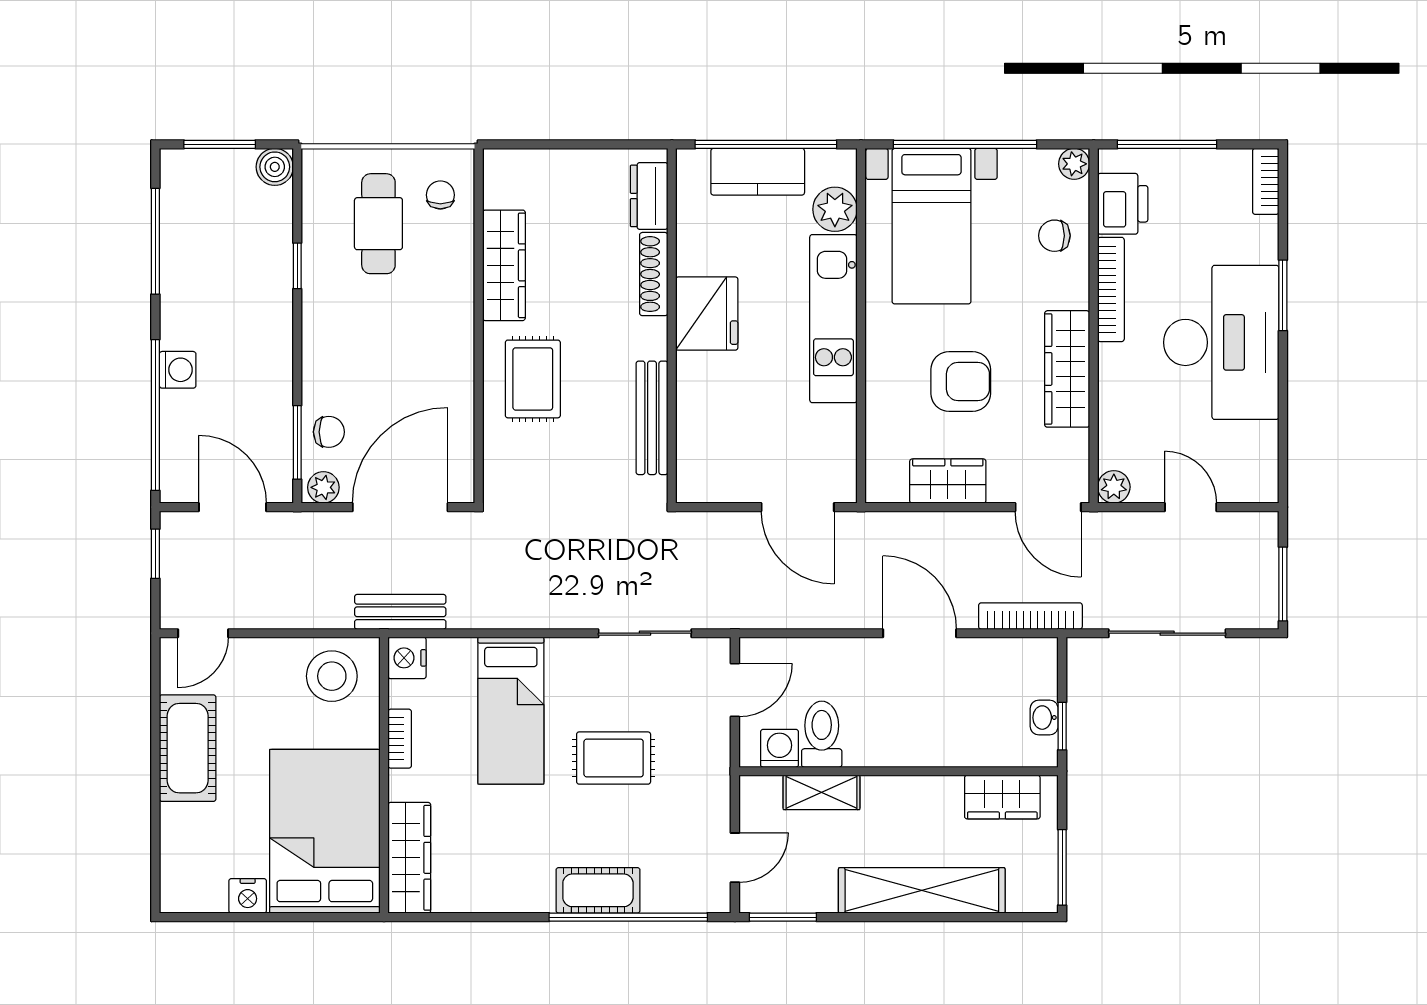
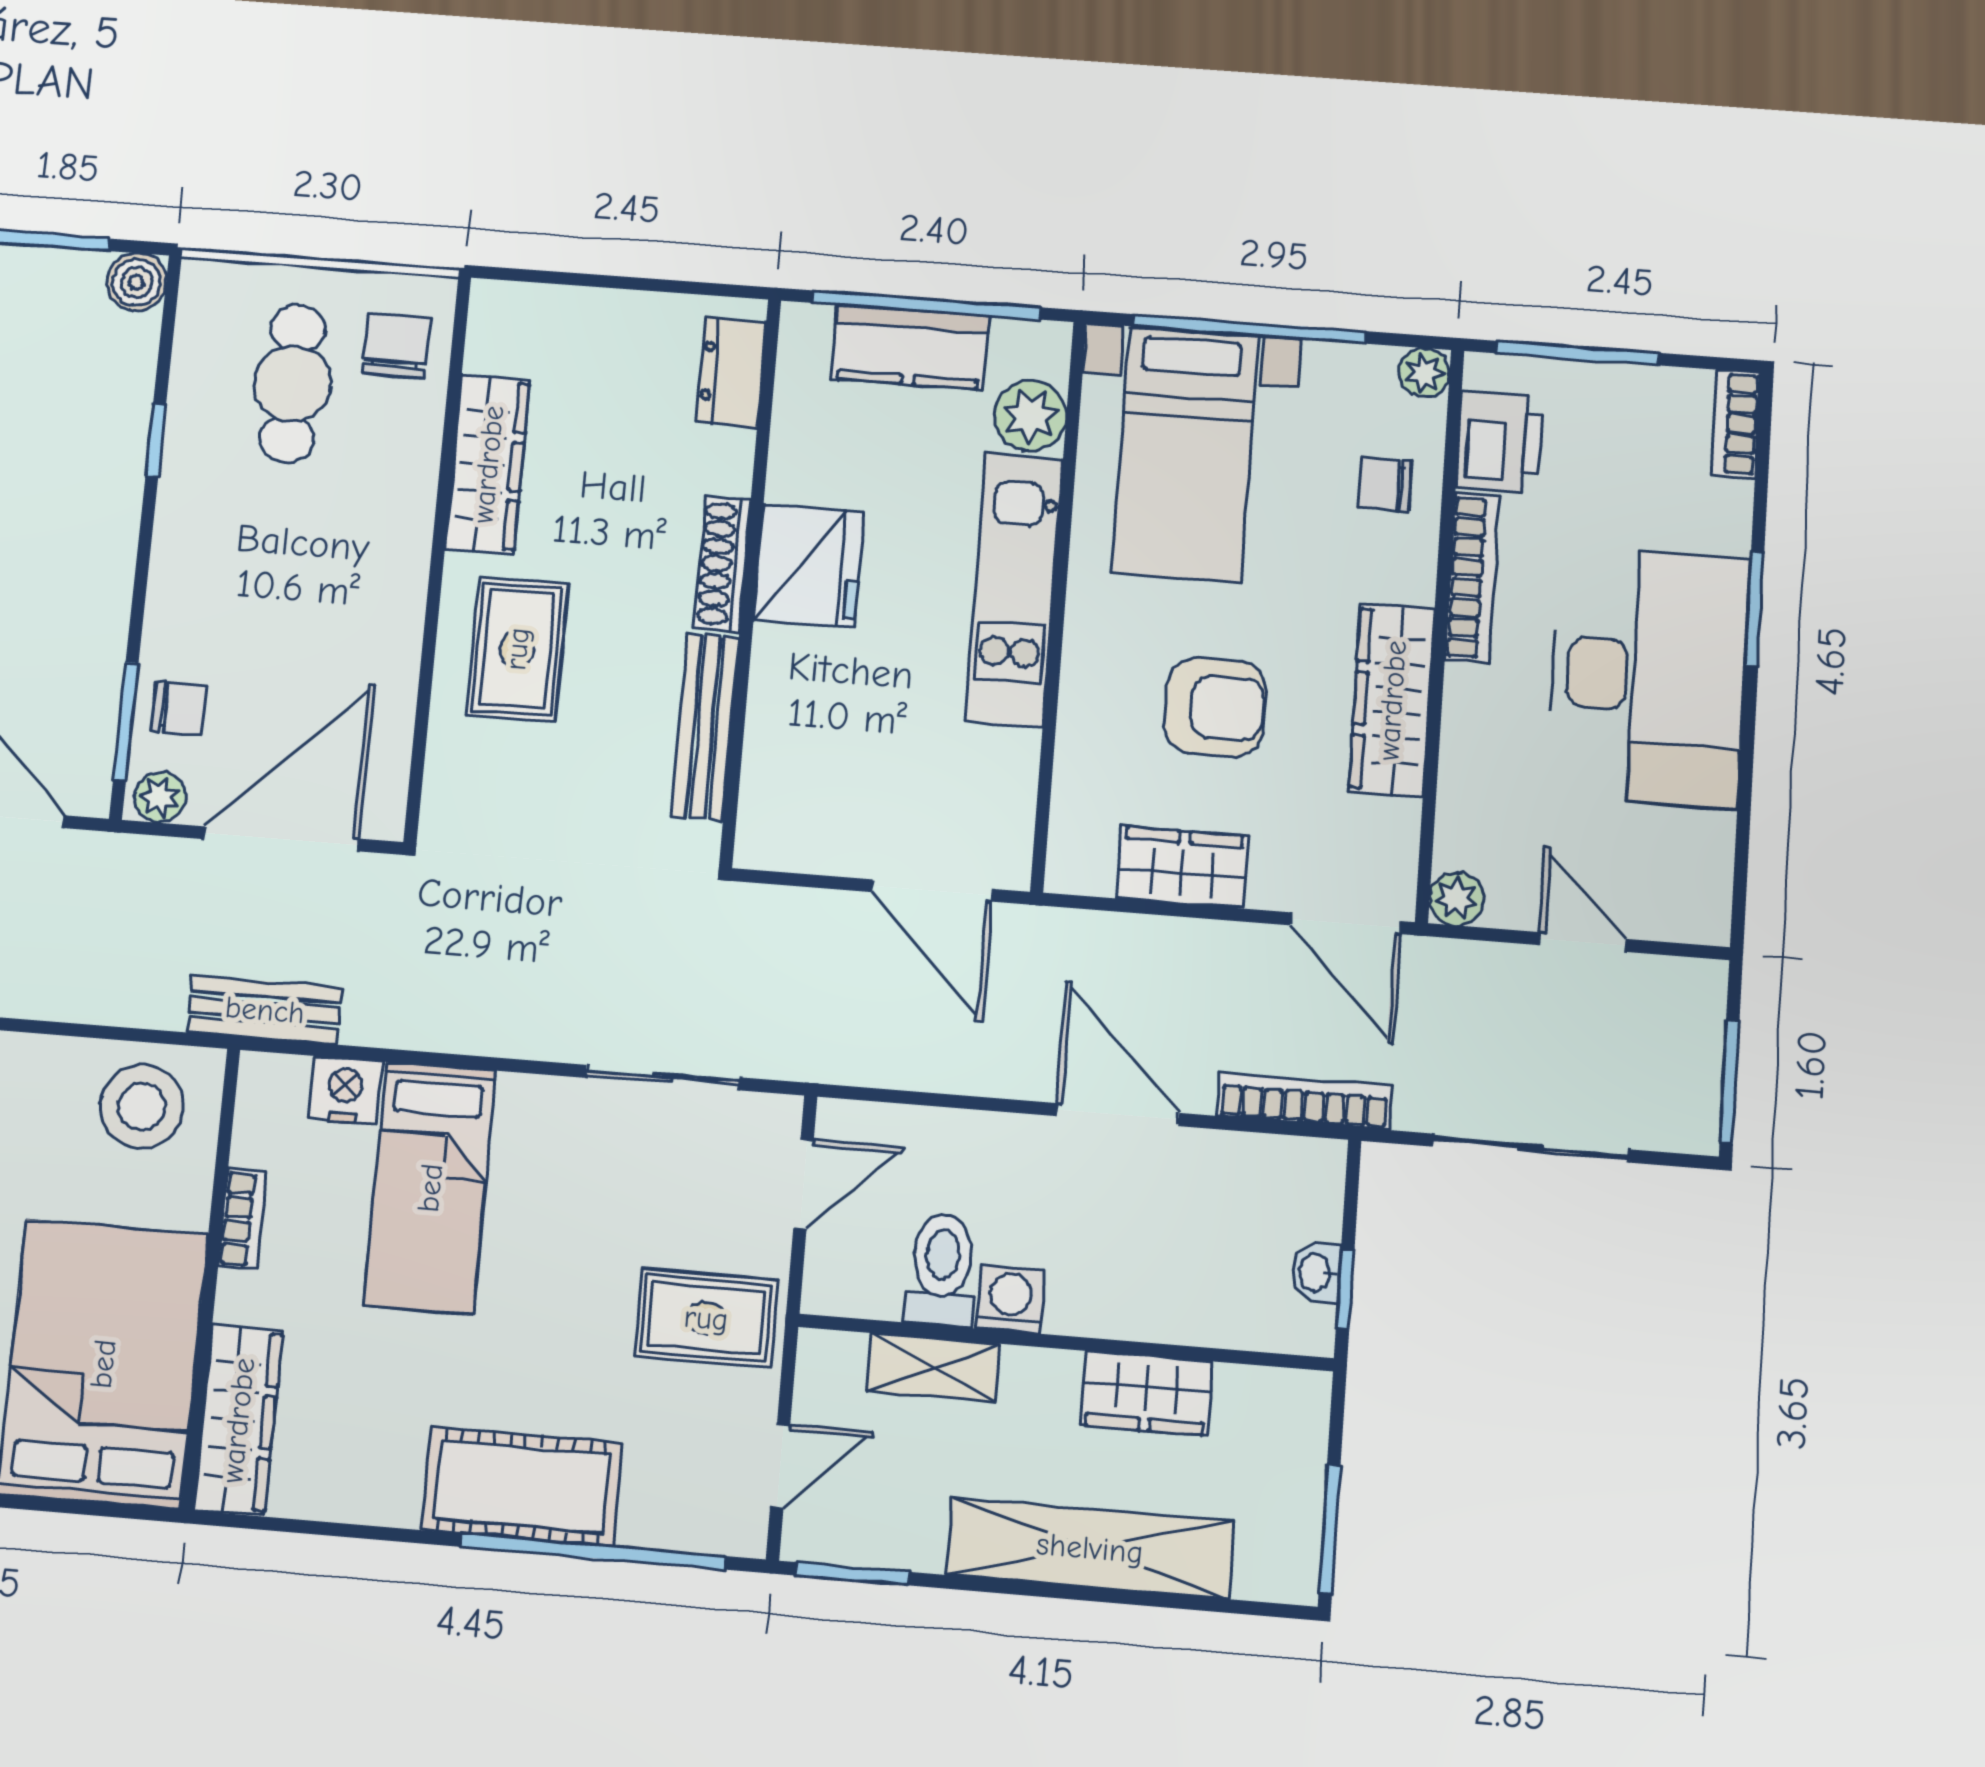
chair: (440, 195) -> (396, 346), width x1.37, depth x1.37
shoe rack: (654, 274) -> (722, 564), moved
nightstand: (407, 658) -> (345, 1090), moved, turned 90
washing machine: (779, 748) -> (1011, 1299), moved
rug: (614, 758) -> (706, 1318), moved
wardrobe: (1002, 797) -> (1146, 1393), moved
cot: (598, 890) -> (522, 1486), width x1.37, depth x1.34

